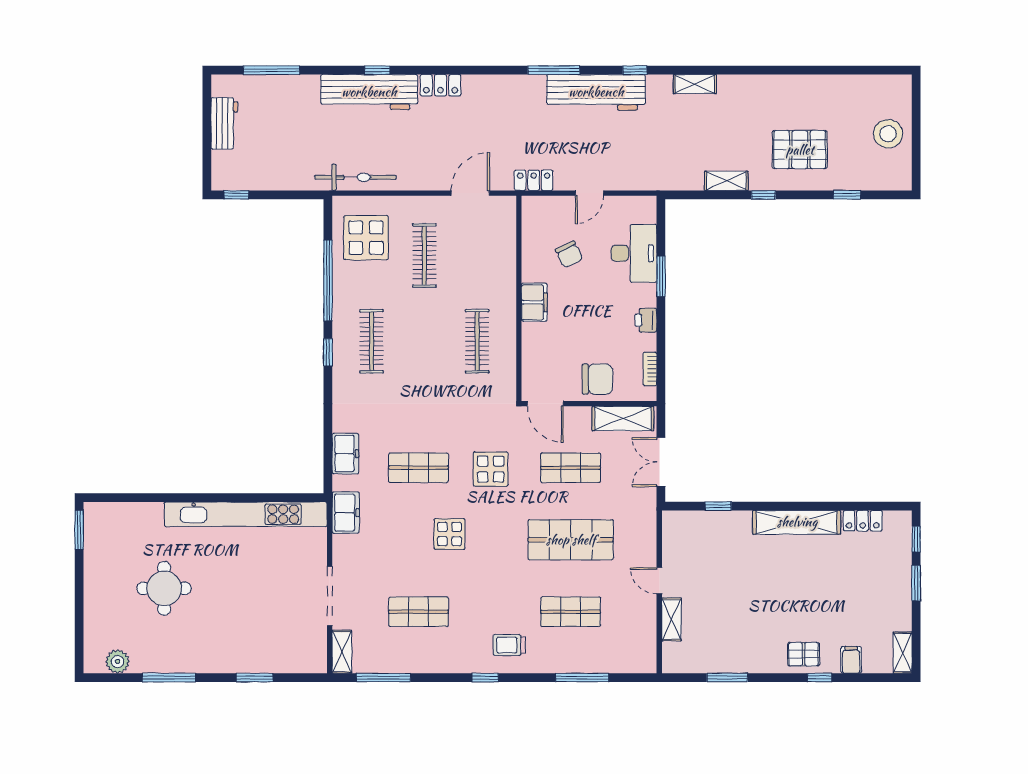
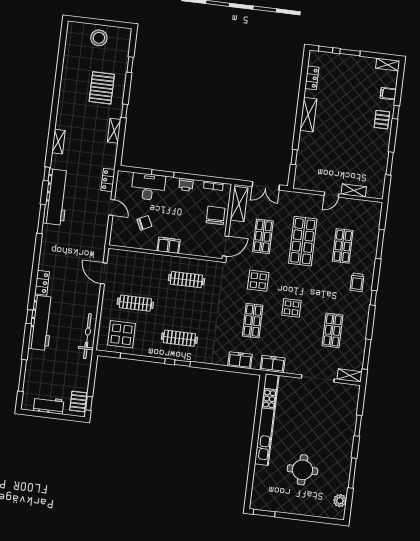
pallet: (237, 175) -> (78, 401), added
locker: (534, 180) -> (108, 180), moved
shelving: (797, 522) -> (308, 115), width x0.68

